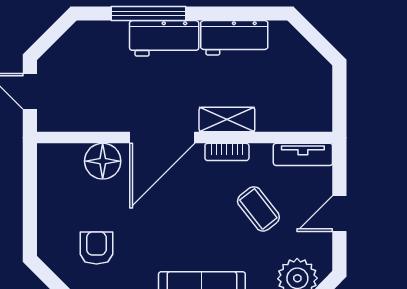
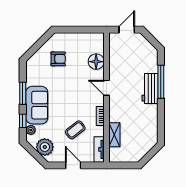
workbench: (234, 38) -> (150, 119), removed
shelving: (227, 120) -> (114, 135), moved
door: (162, 138) -> (107, 88), width x0.53

